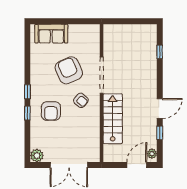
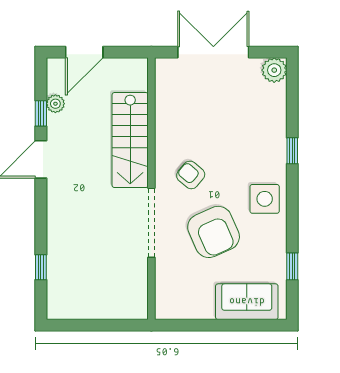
side table: (42, 88) -> (265, 199), added
window: (27, 92) -> (292, 266), moved
armchair: (51, 111) -> (247, 155), removed
plant: (152, 154) -> (55, 104), moved

